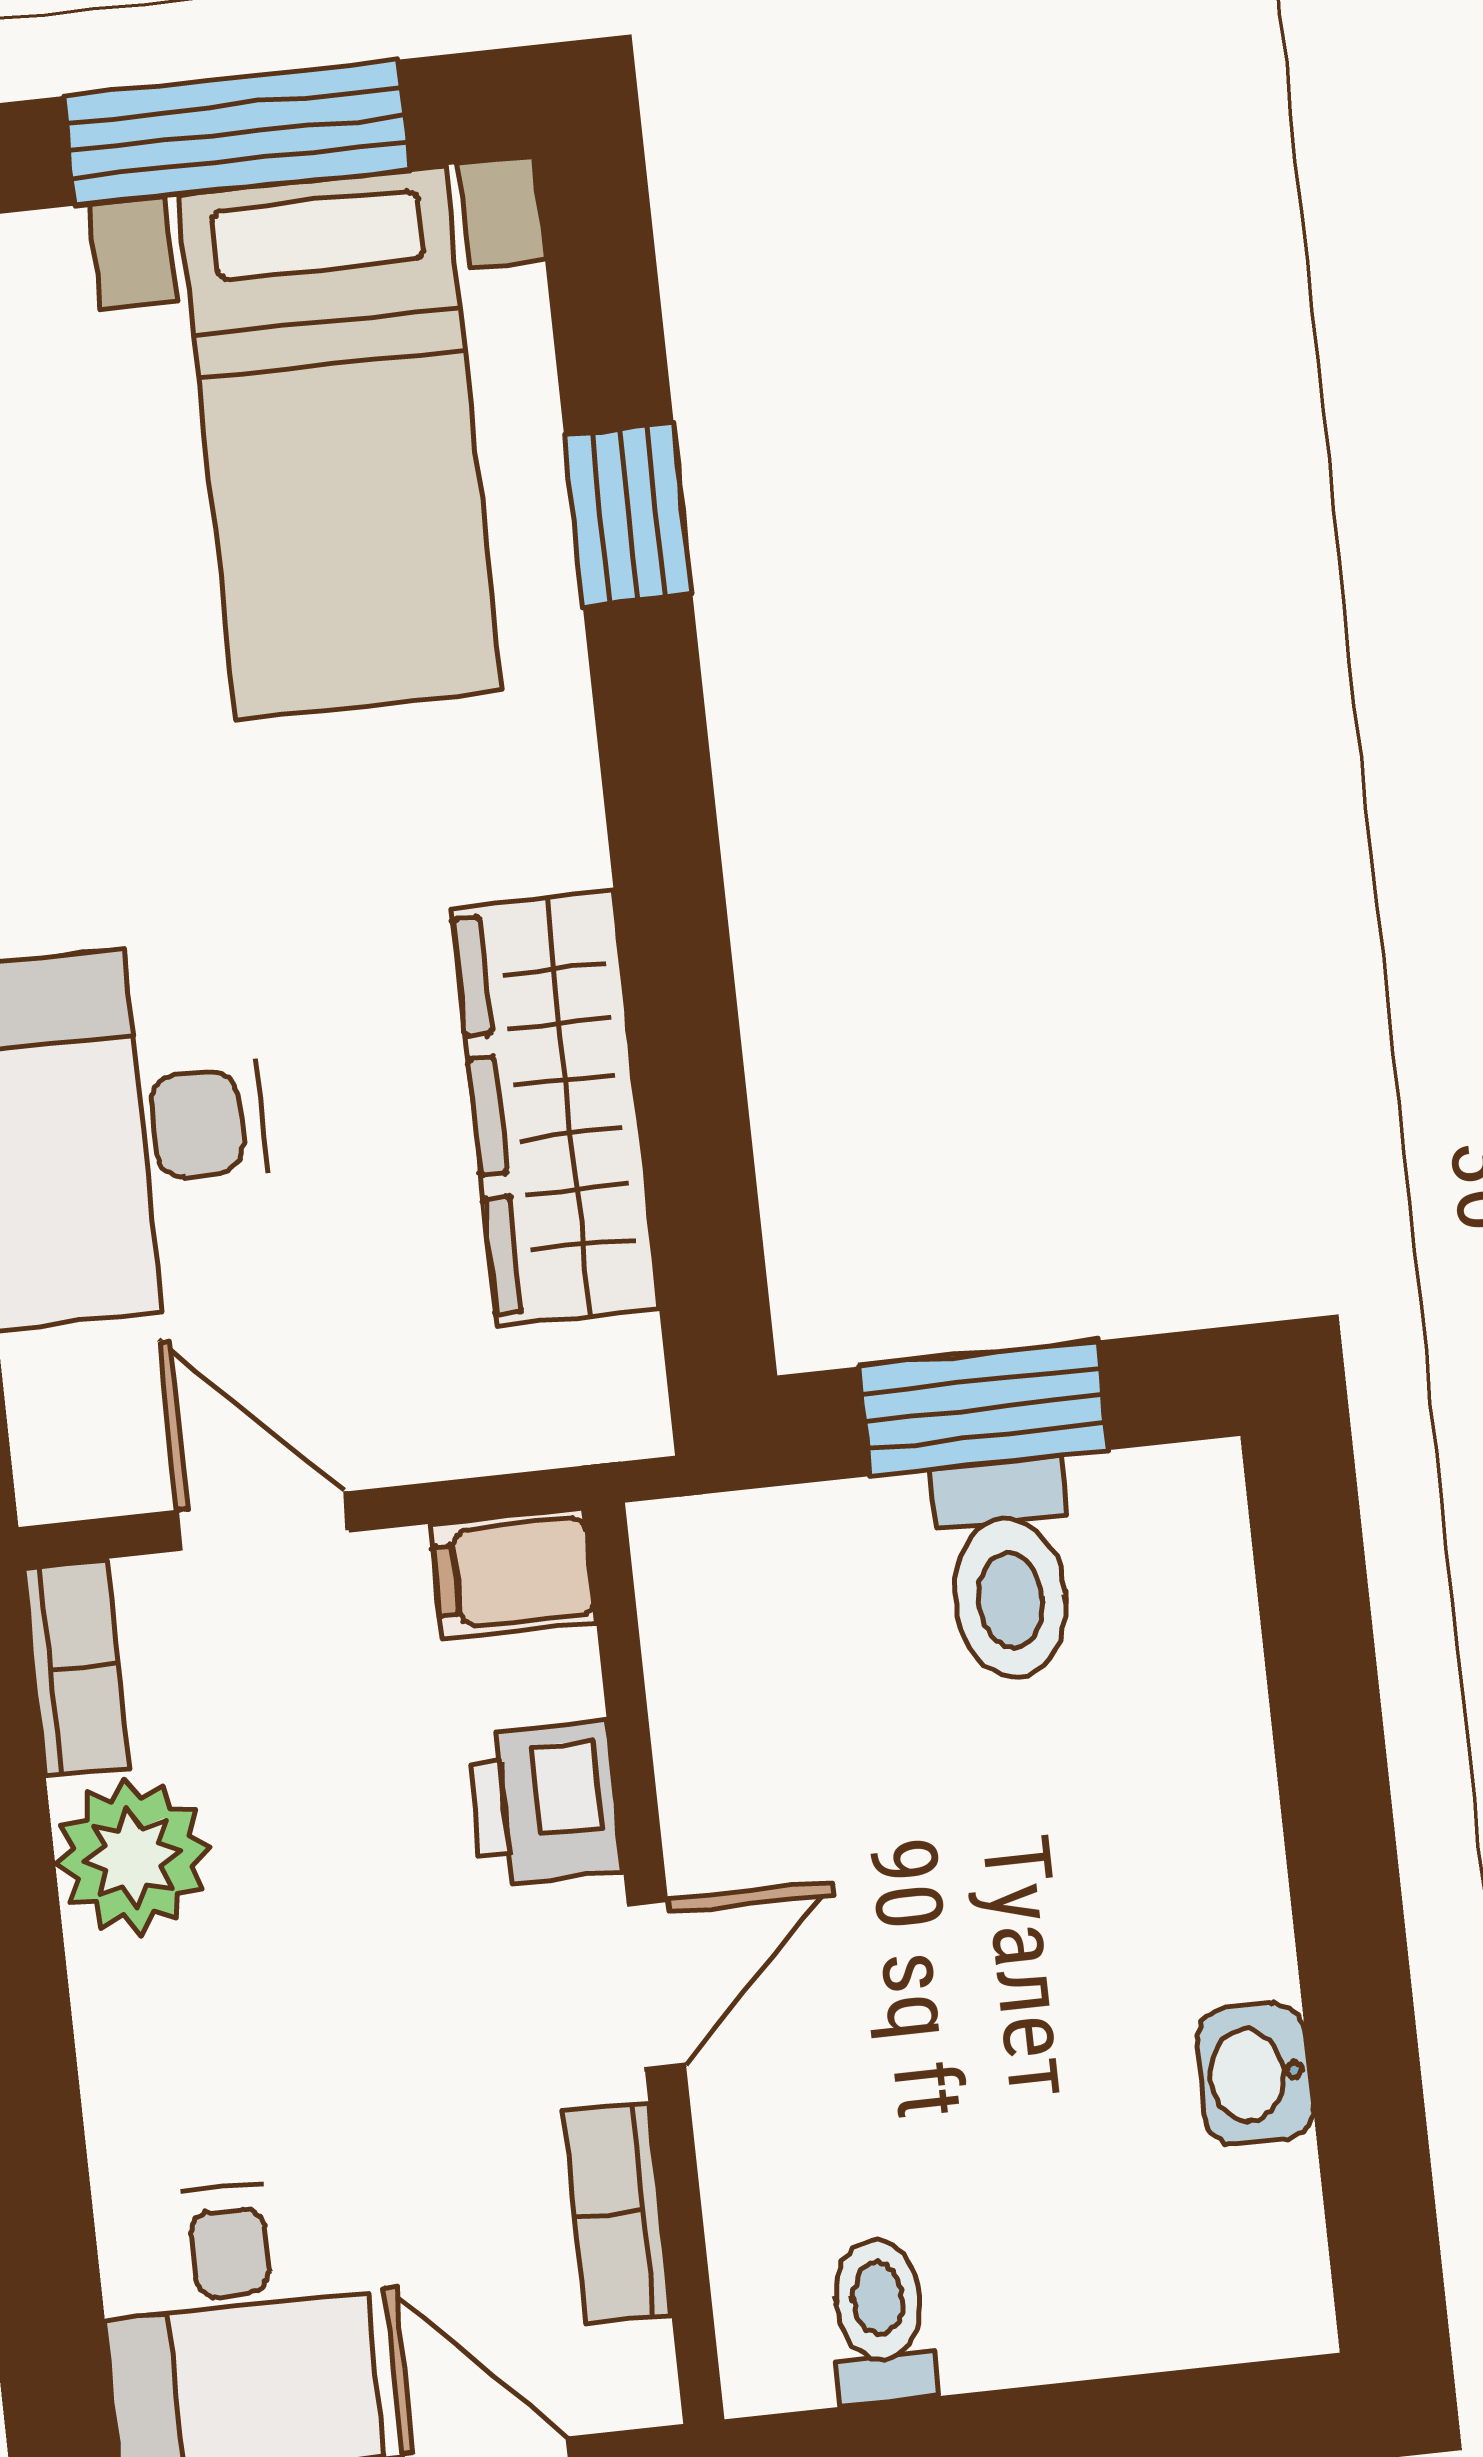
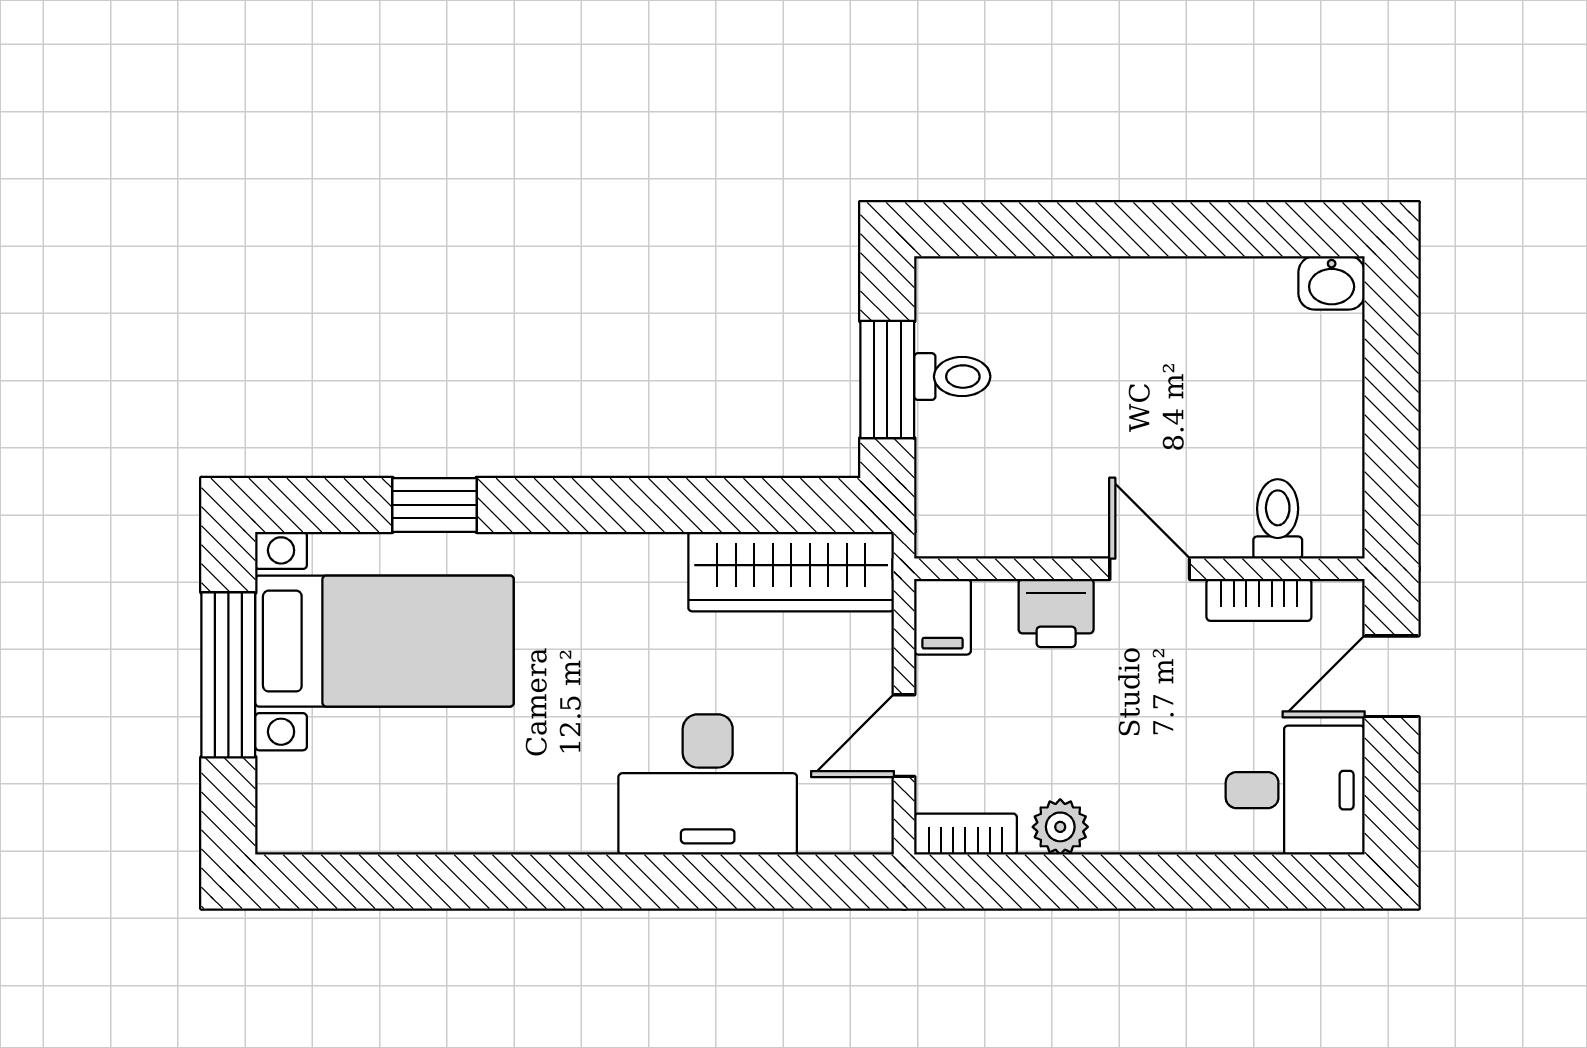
wardrobe: (555, 1109) -> (791, 572), moved
toilet: (1007, 1570) -> (952, 377), width x0.73, depth x0.72
plant: (132, 1857) -> (1060, 827), width x0.73, depth x0.73
washbasin: (1255, 2074) -> (1332, 283), moved
toilet: (880, 2321) -> (1278, 519), moved, turned 90

